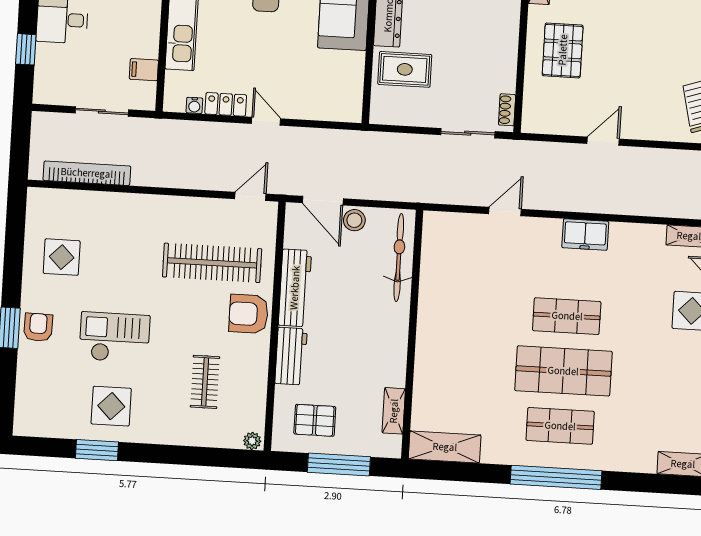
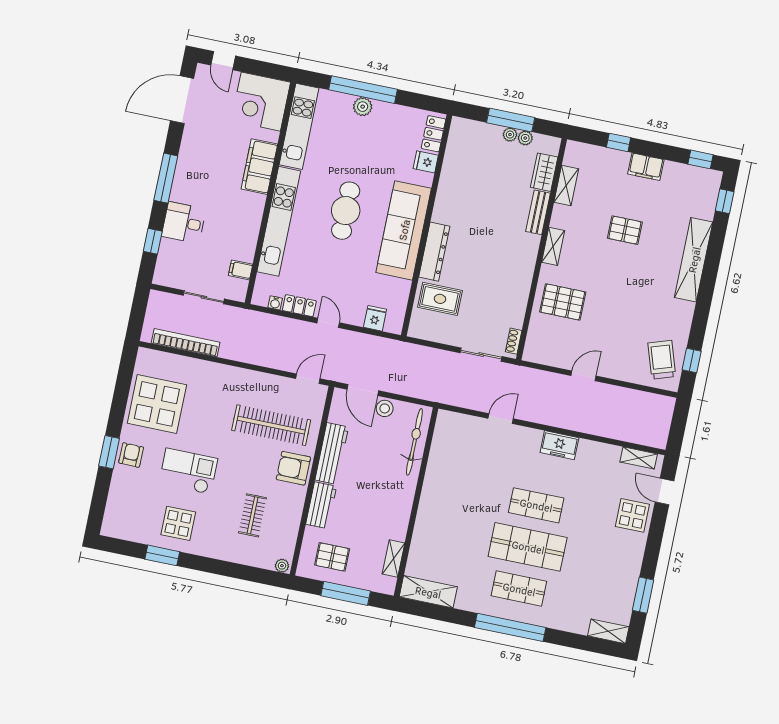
pallet: (563, 50) -> (563, 302), turned 90
fridge: (325, 106) -> (375, 318), added
display table: (62, 257) -> (157, 404), width x1.86, depth x1.86

